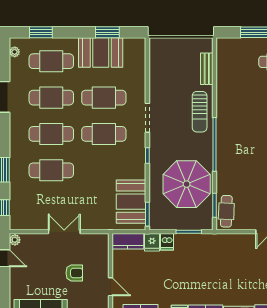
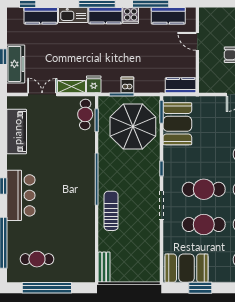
booth: (101, 52) -> (187, 268), moved
bench: (207, 69) -> (104, 267), moved
parasol: (187, 184) -> (133, 126), moved
shelving: (240, 240) -> (72, 87), added
fridge: (152, 242) -> (94, 84), moved
dishwasher: (167, 242) -> (127, 85), moved

